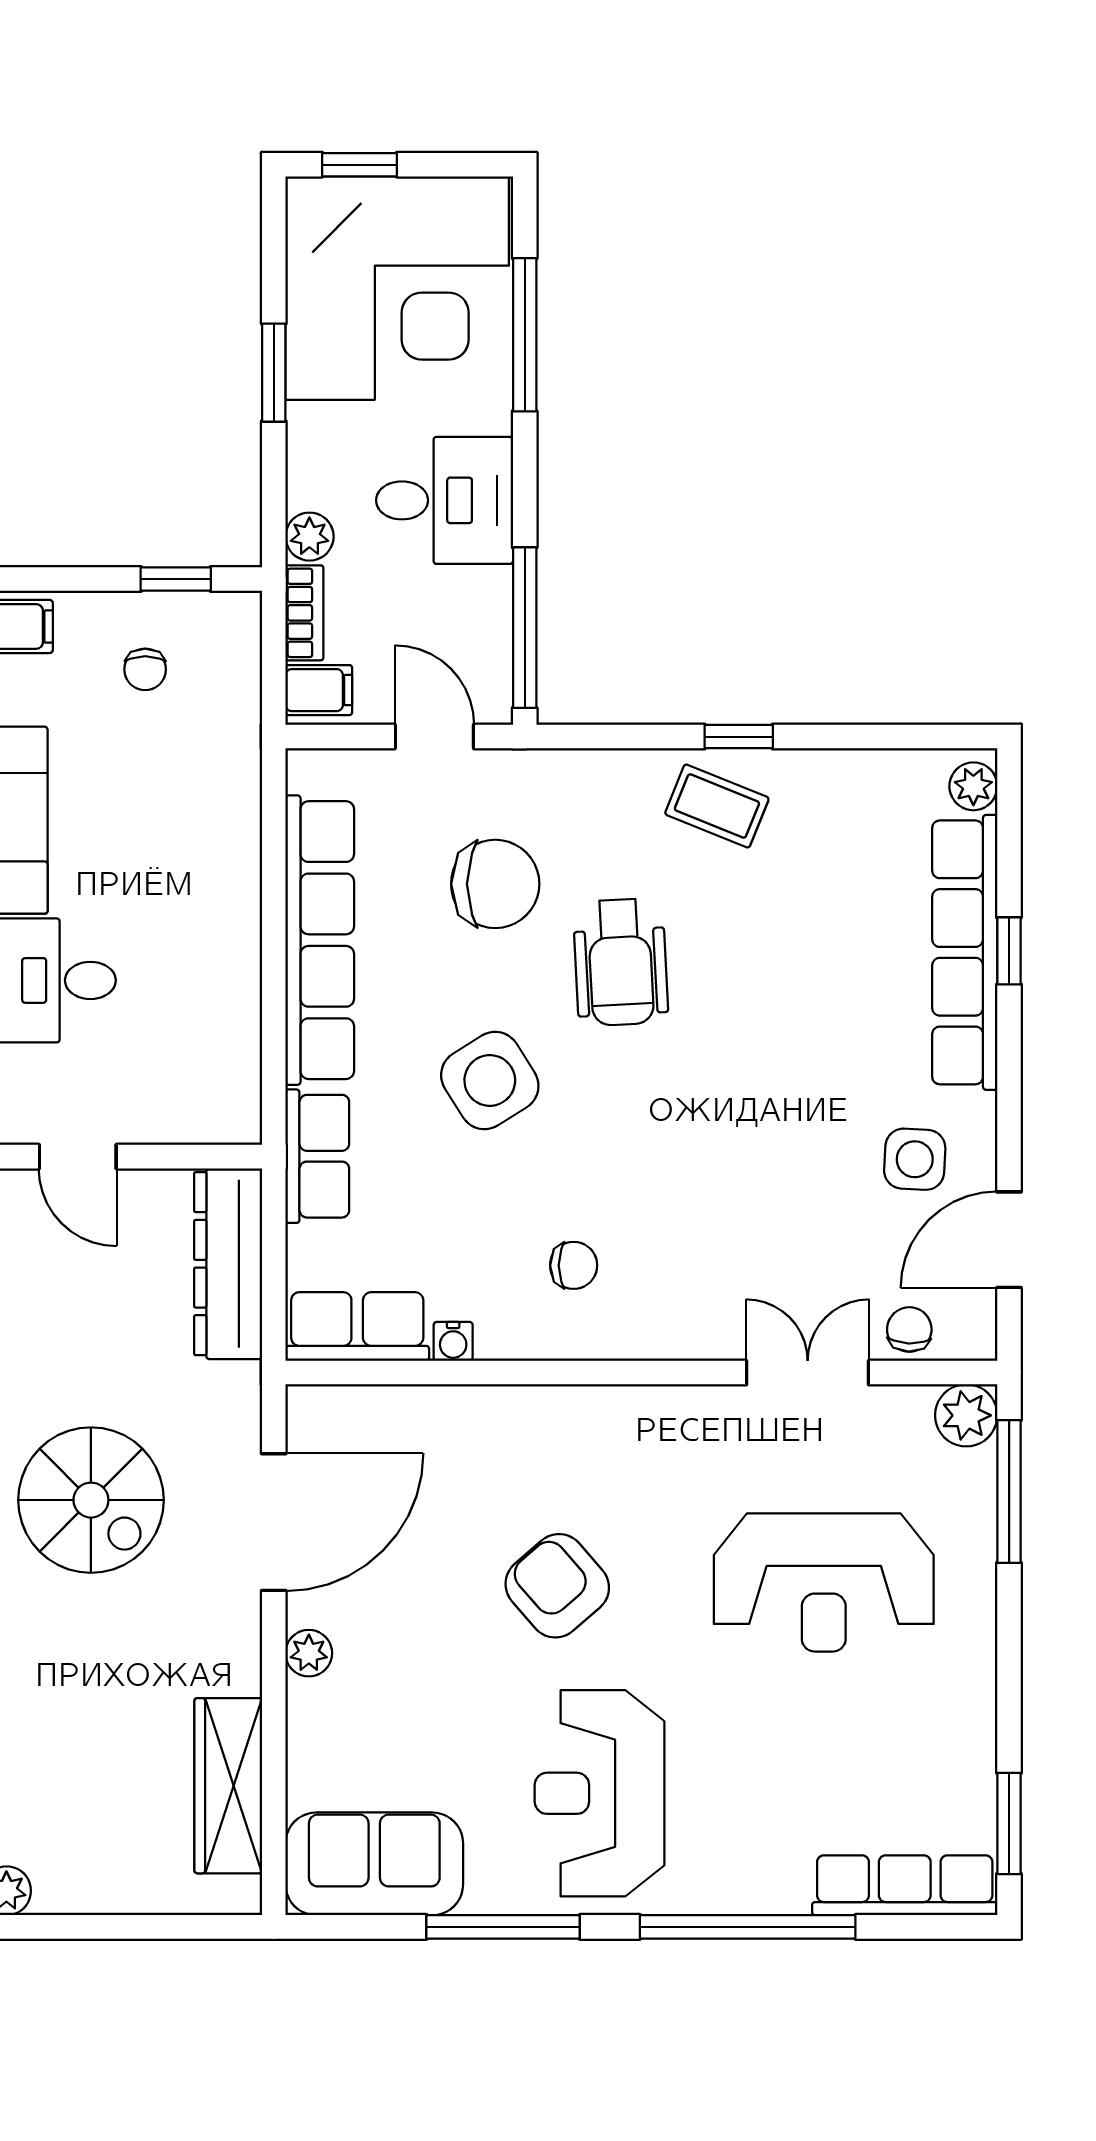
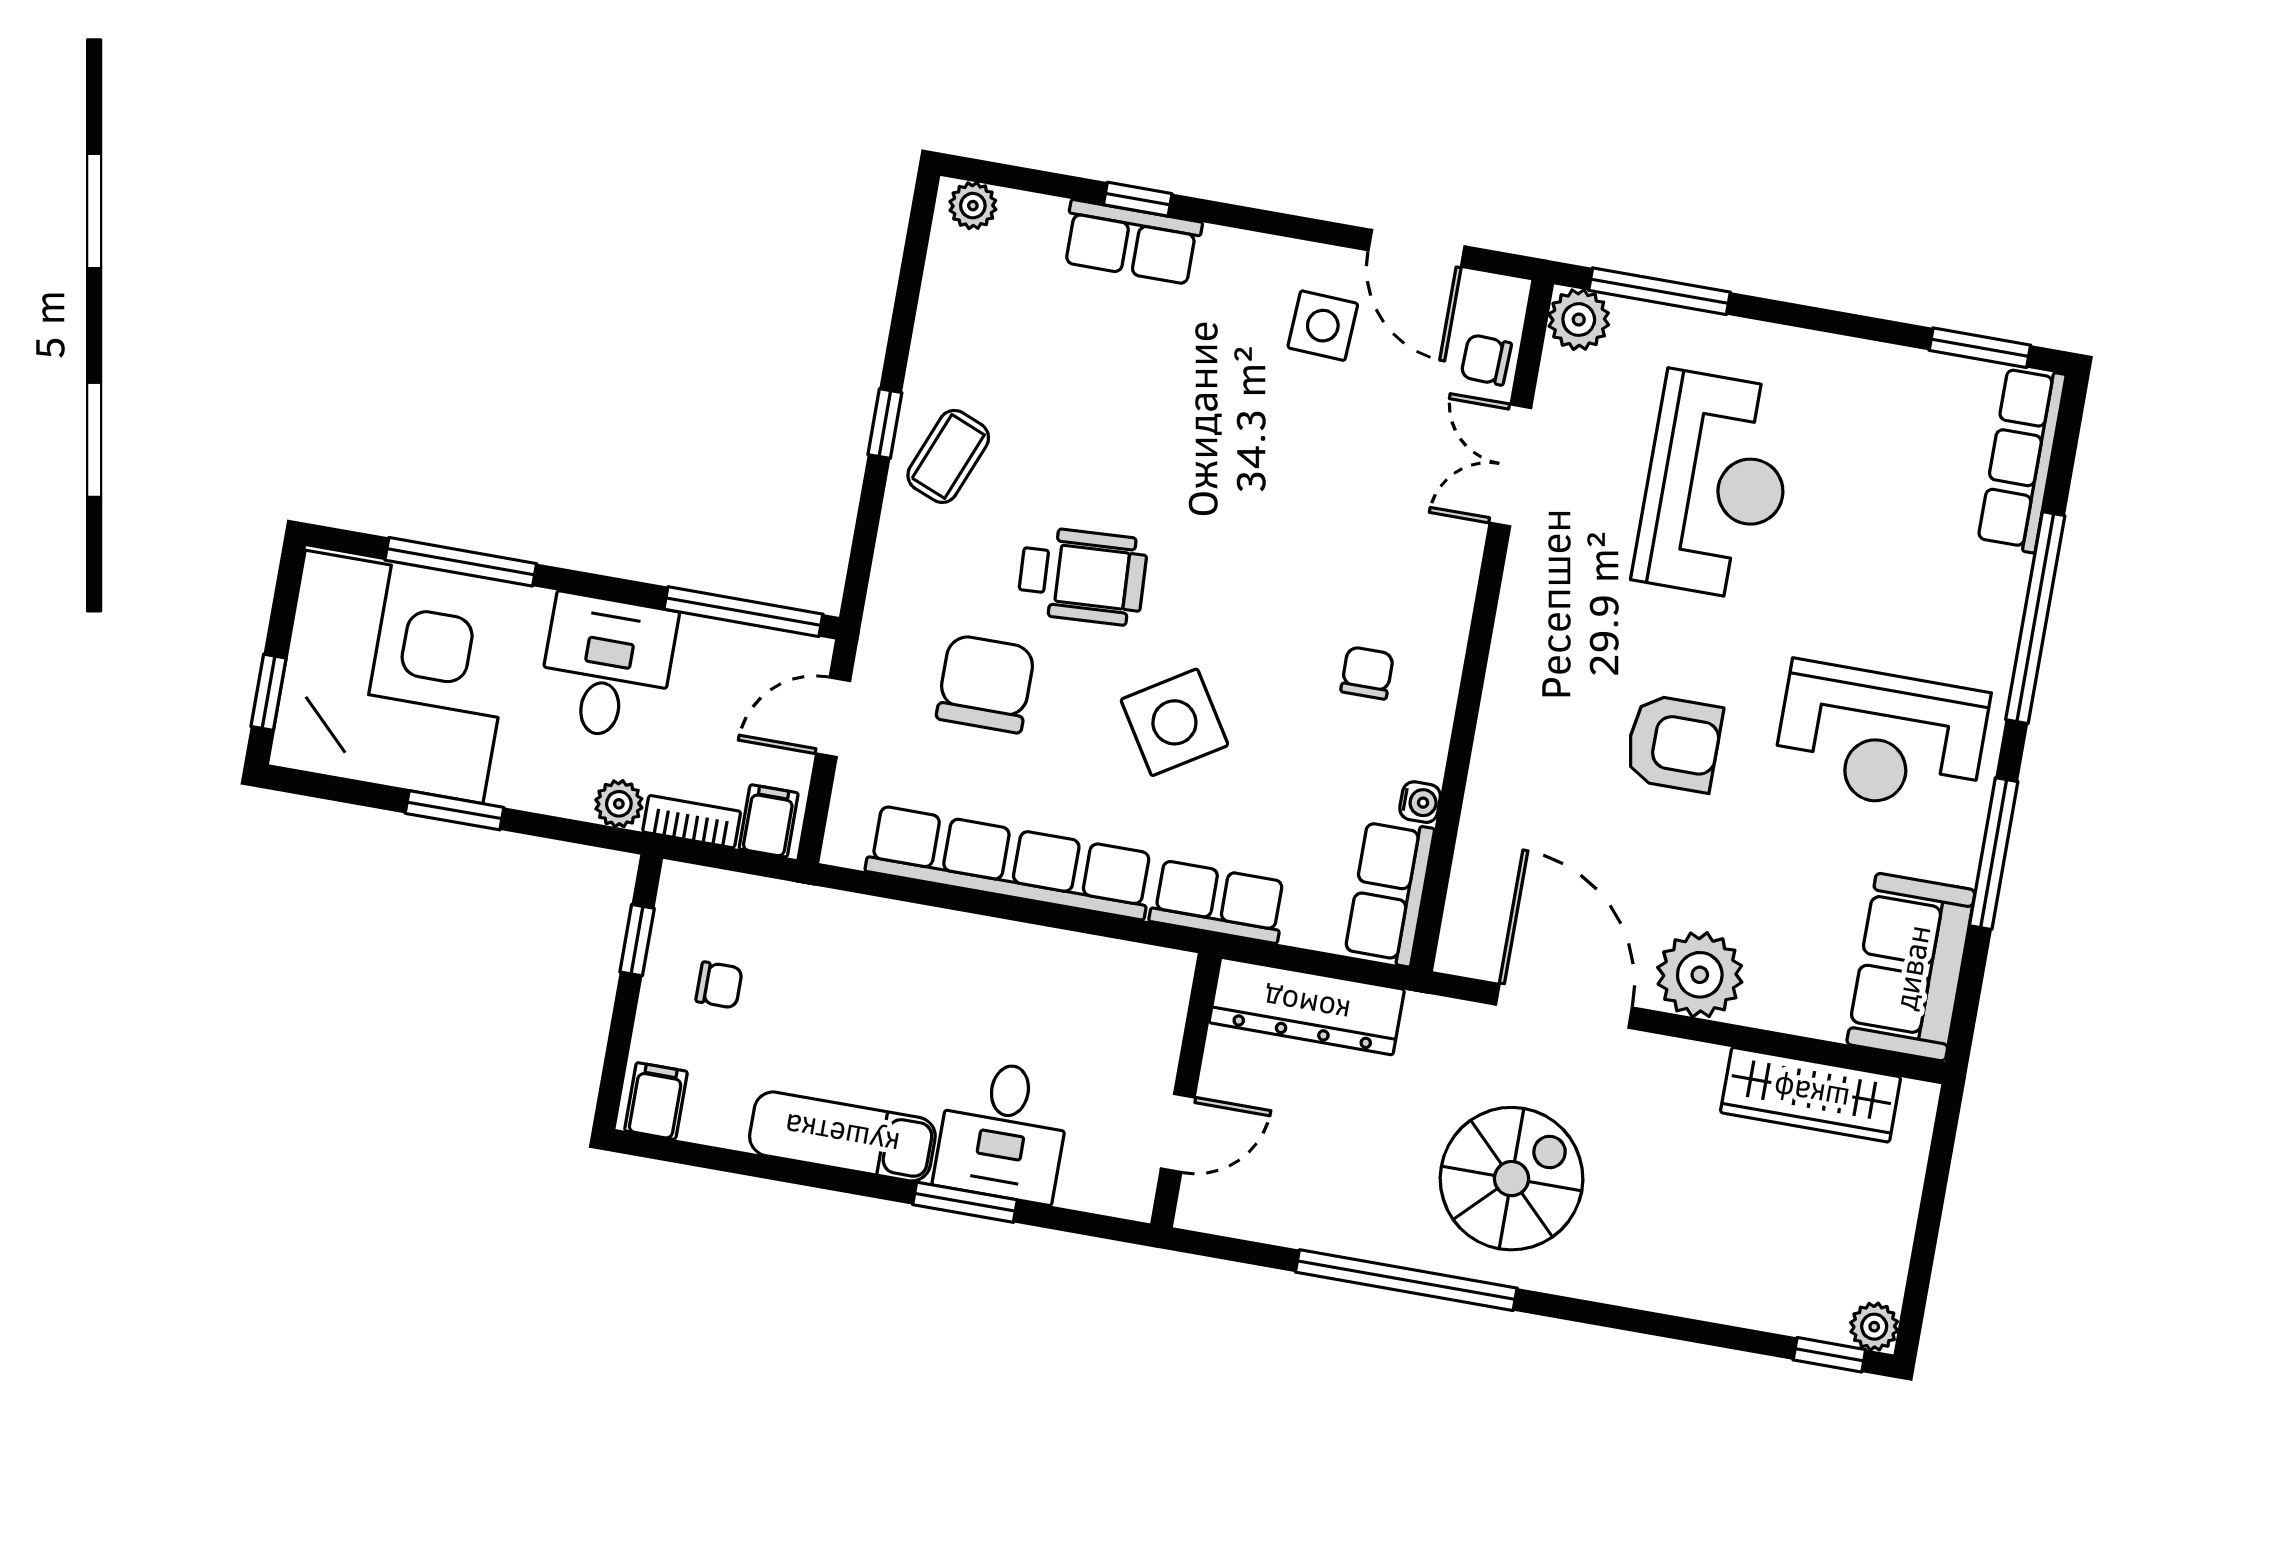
row of seats: (965, 952) -> (1132, 242), width x0.50
armchair: (557, 1586) -> (1674, 743), turned -139
plant: (309, 1653) -> (1700, 975), width x1.87, depth x1.87

